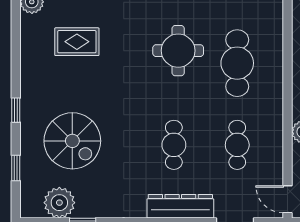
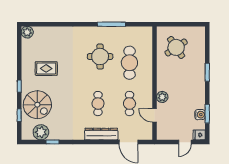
rug: (77, 42) -> (46, 68), moved
spiral stairs: (72, 141) -> (37, 105), moved
door: (287, 199) -> (155, 115), moved

